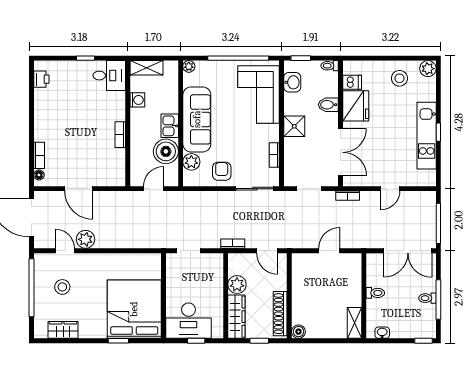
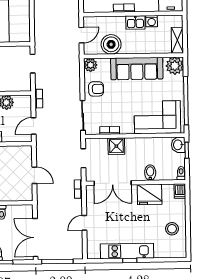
plant: (189, 66) -> (175, 66), width x1.88, depth x1.88
shelving: (147, 68) -> (177, 40), moved
plant: (428, 69) -> (180, 251), removed
washbasin: (292, 82) -> (178, 145), moved, turned 90
dishwasher: (352, 82) -> (180, 191), moved
kitchen sink: (170, 126) -> (135, 22), moved, turned 180
shower: (294, 126) -> (116, 146), moved
plant: (191, 162) -> (90, 65), moved
door: (154, 189) -> (81, 35), hinge flipped
door: (390, 189) -> (84, 223), hinge flipped

